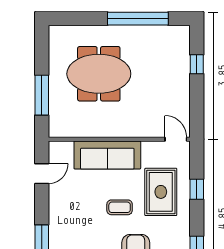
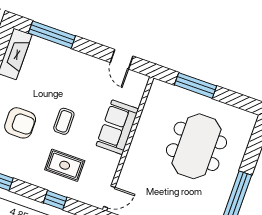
sofa: (107, 155) -> (117, 127), width x0.73
rug: (161, 192) -> (65, 165), width x0.73, depth x0.70

